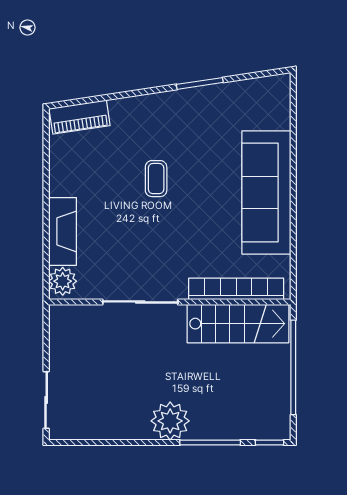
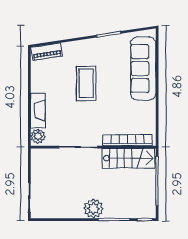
coffee table: (156, 179) -> (86, 83), width x1.86, depth x1.72
sofa: (266, 193) -> (143, 69), moved

